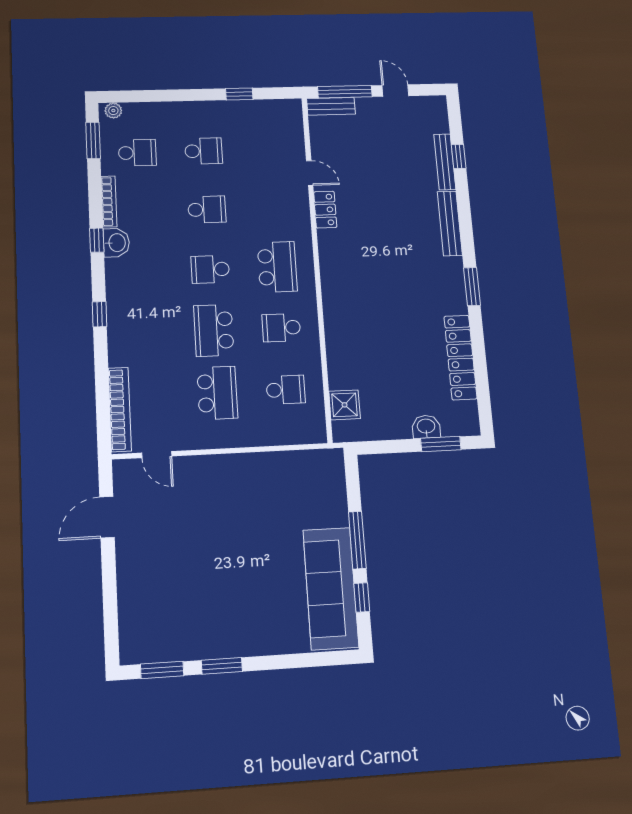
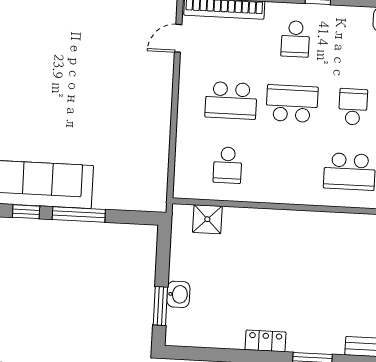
school desk: (281, 328) -> (295, 39), moved, turned 180
locker: (460, 357) -> (266, 341), width x0.46, depth x0.83

